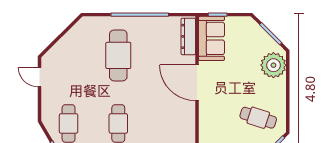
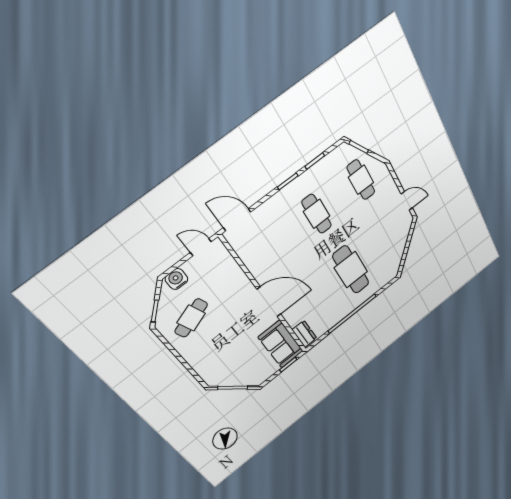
dresser: (188, 36) -> (304, 334), width x0.70
plant: (273, 65) -> (211, 368), removed
cafe table: (258, 118) -> (191, 318), turned -39

